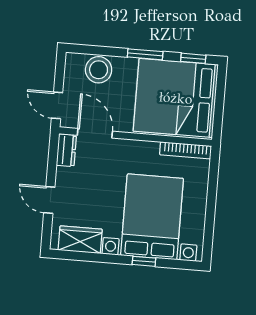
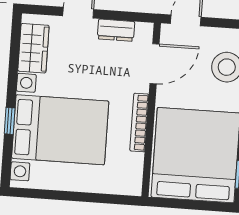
dresser: (66, 150) -> (116, 30), moved
bookcase: (186, 150) -> (139, 123), moved

